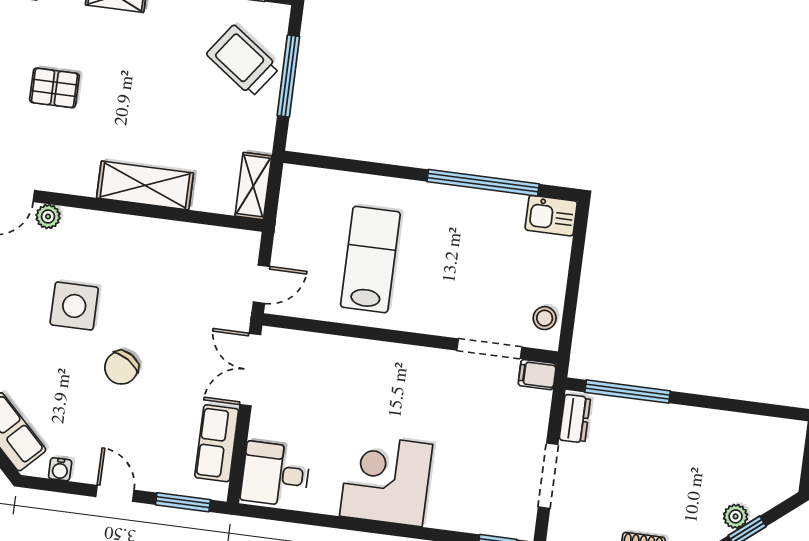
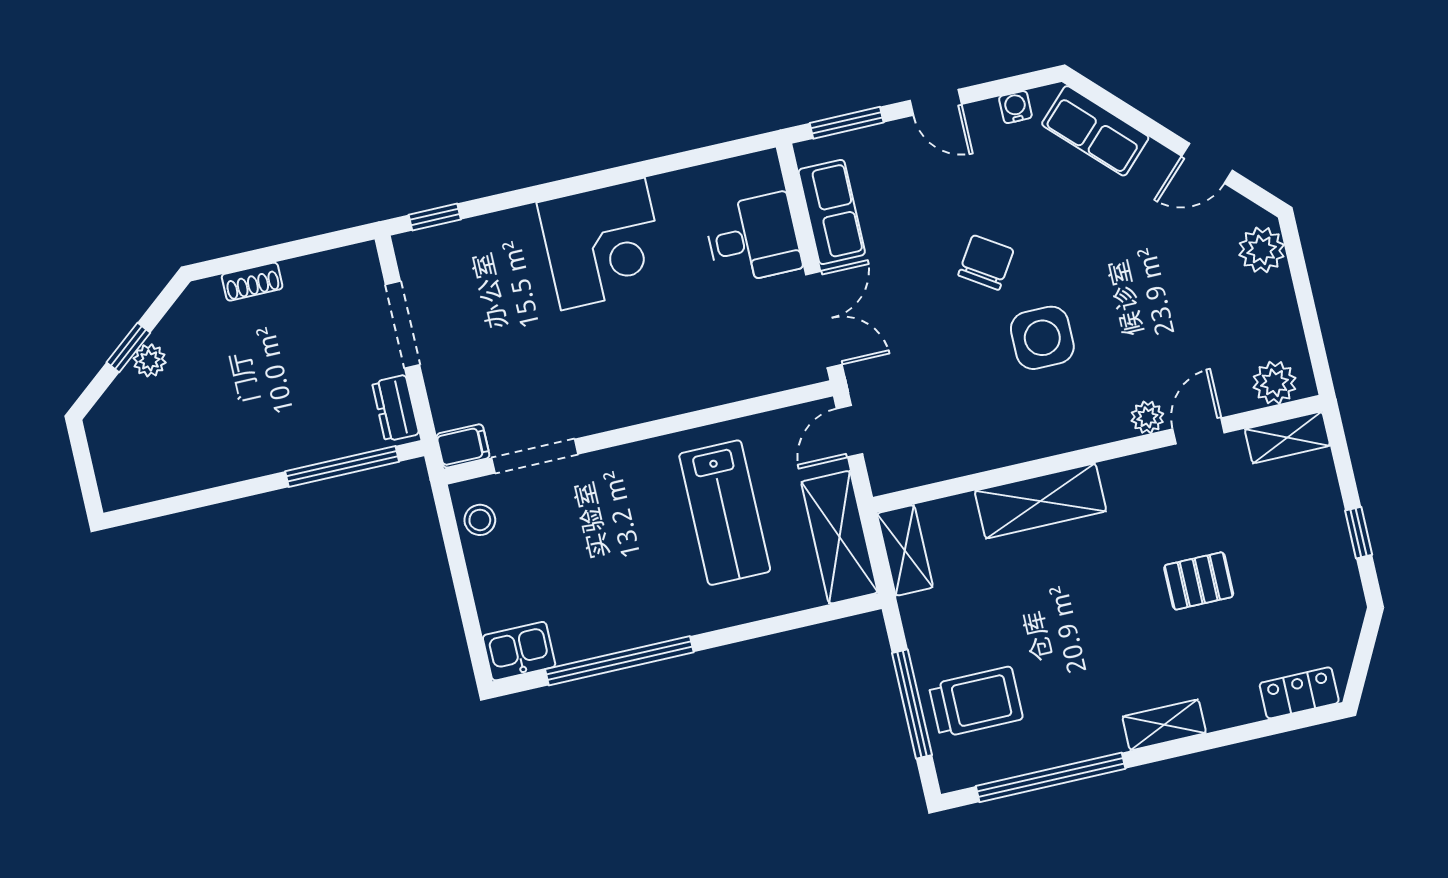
trolley: (243, 61) -> (976, 702), turned -36
shelving: (296, 212) -> (839, 537), added
side table: (74, 306) -> (1042, 338), moved
desk: (275, 474) -> (753, 239), moved

